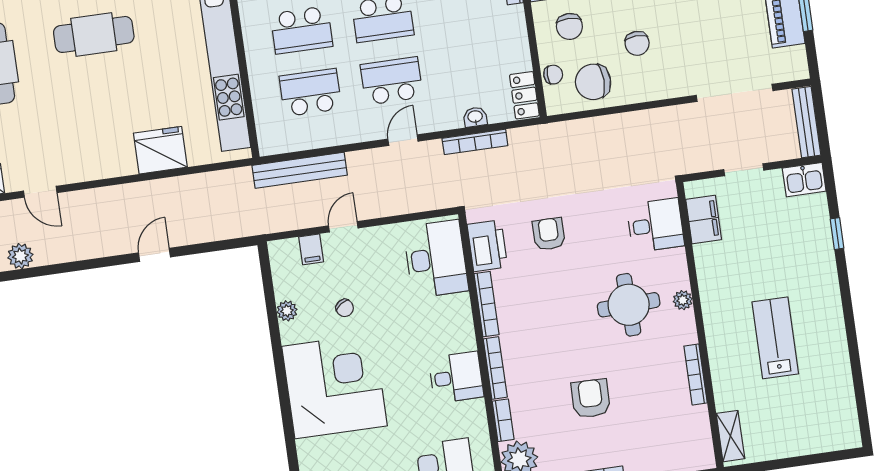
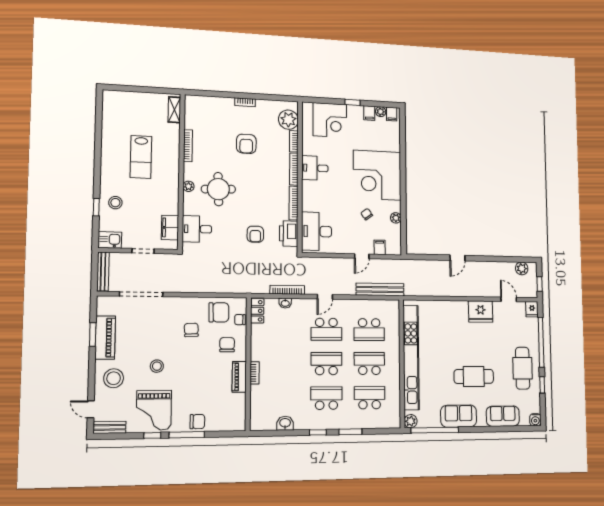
fridge: (160, 150) -> (481, 312), moved
stool: (806, 248) -> (115, 203), added

